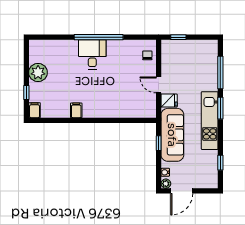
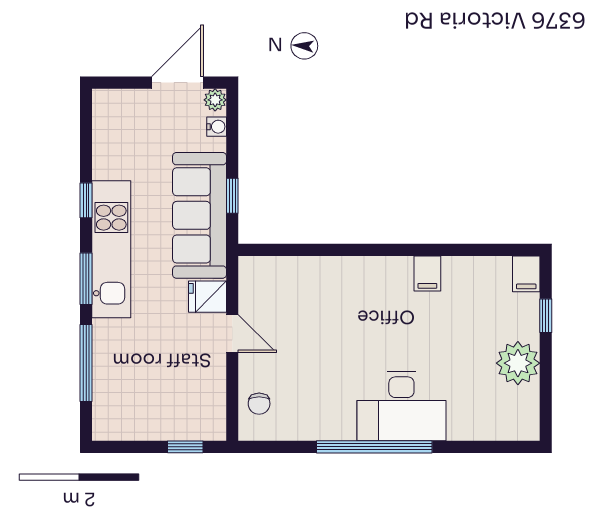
desk: (92, 54) -> (401, 406), width x1.37
window: (220, 163) -> (86, 200), moved

